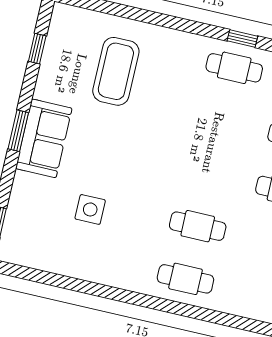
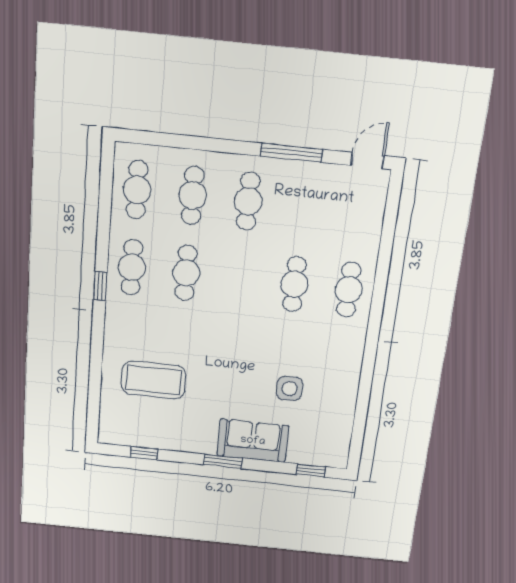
window: (242, 38) -> (100, 286), moved
cafe table: (222, 121) -> (186, 273), added
sofa: (44, 138) -> (253, 441), moved

